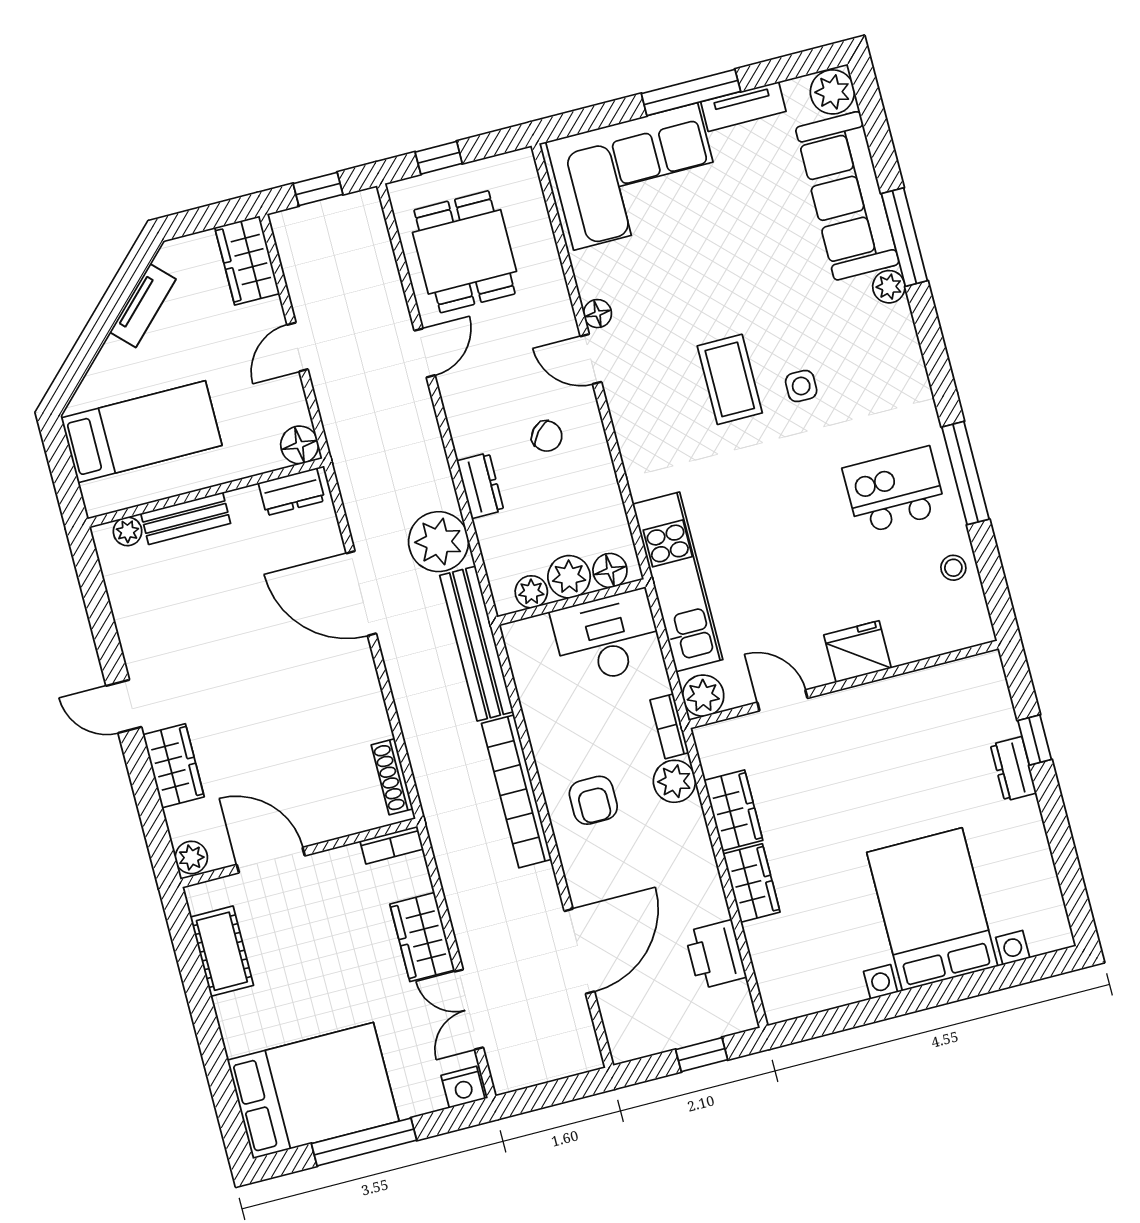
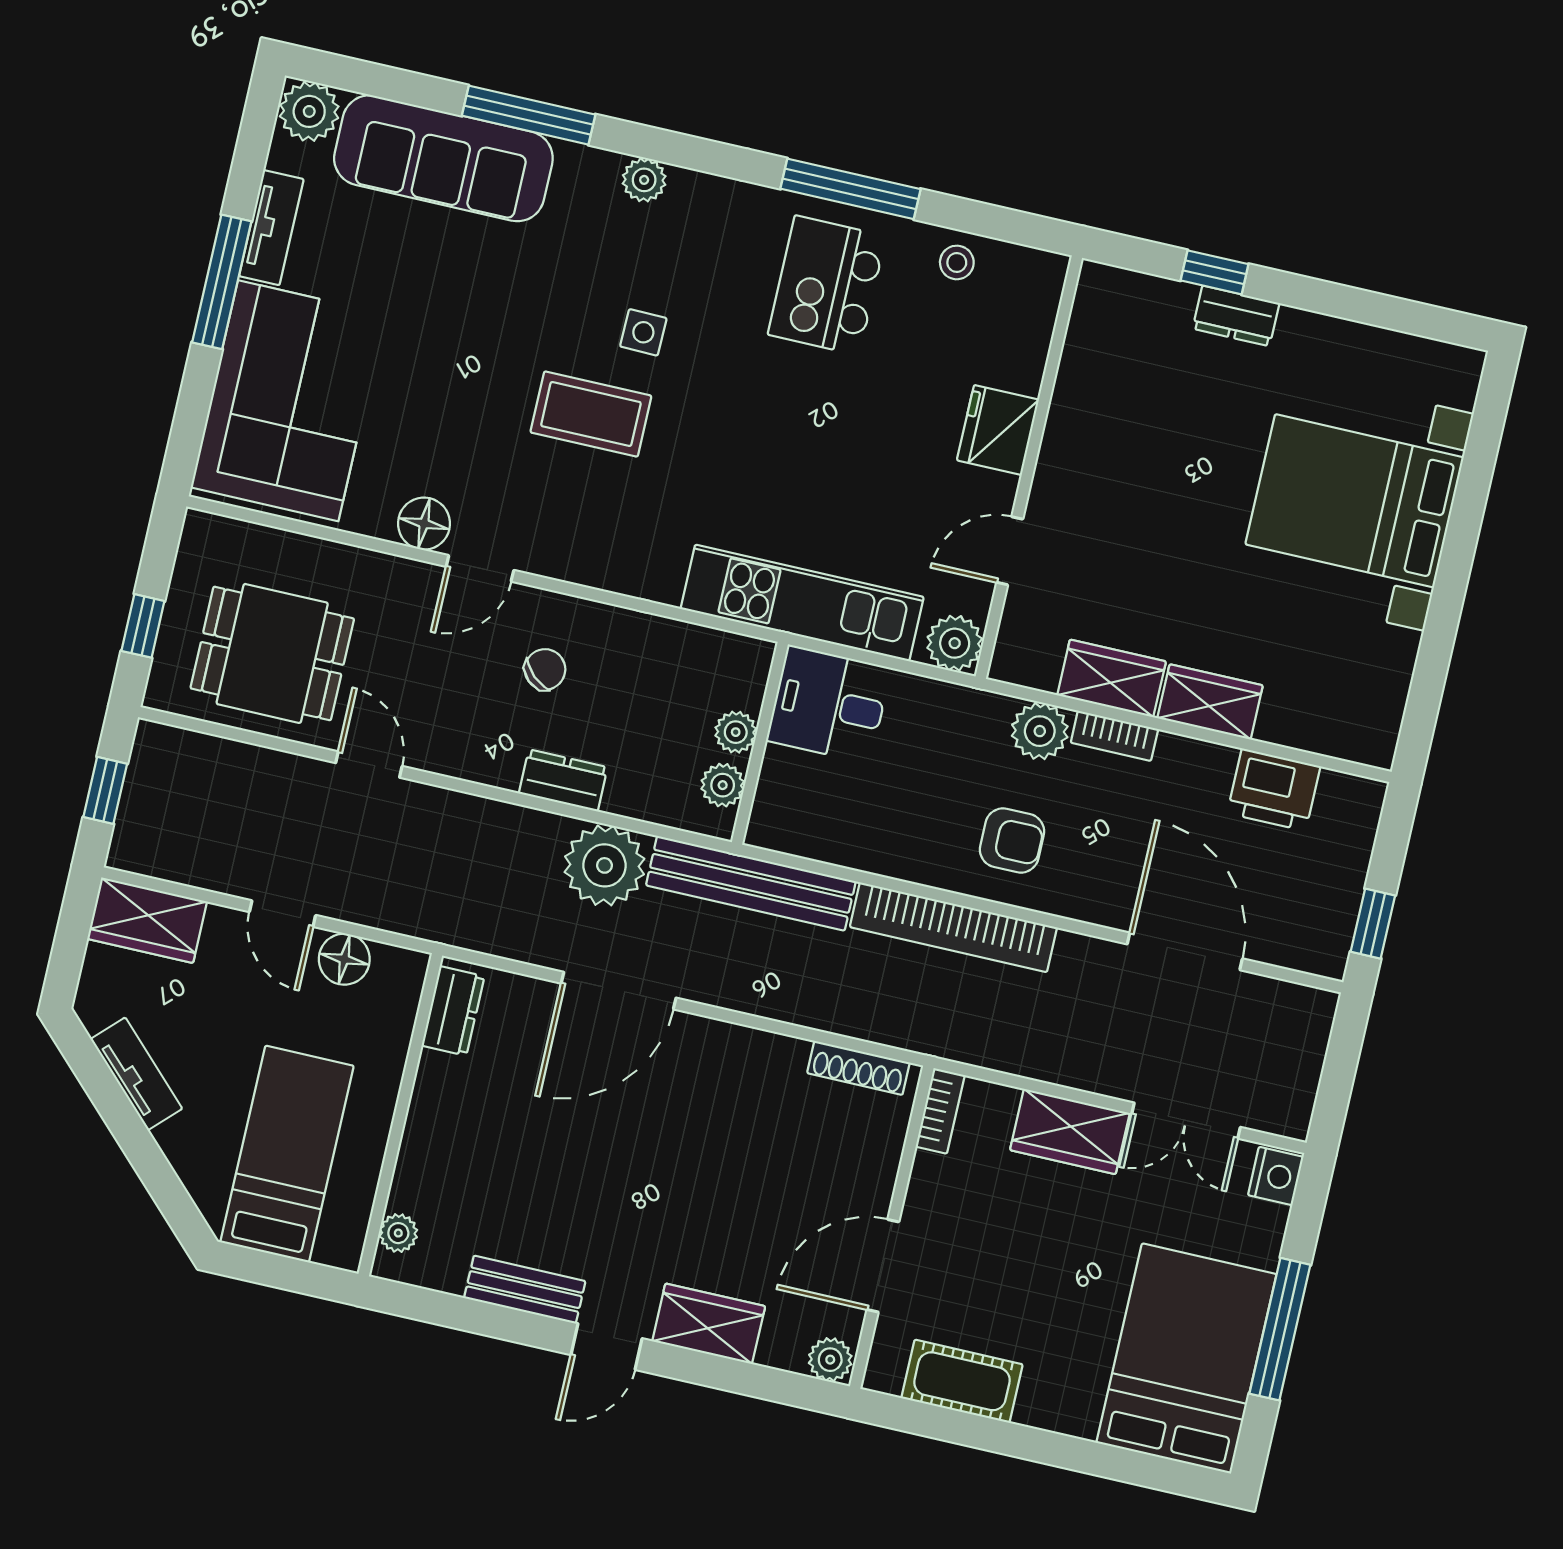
plant: (889, 287) -> (644, 180), moved
floor lamp: (598, 314) -> (424, 524), width x1.37, depth x1.37
floor lamp: (300, 445) -> (344, 959), moved
bench: (186, 518) -> (525, 1290), moved, turned 90
floor lamp: (610, 570) -> (746, 677), removed
plant: (569, 577) -> (736, 732), width x0.73, depth x0.73
desk: (607, 637) -> (829, 704), width x0.73
bookcase: (669, 726) -> (1114, 736), moved
window: (702, 1055) -> (1373, 924), moved

